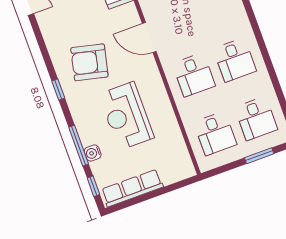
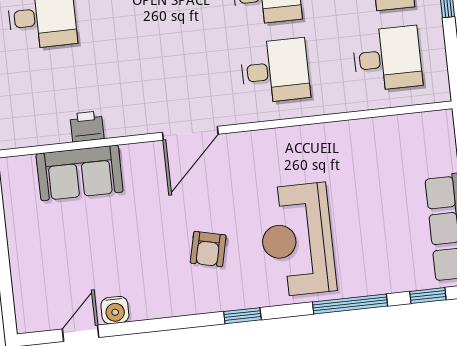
armchair: (89, 62) -> (208, 249), width x0.53, depth x0.53
reception desk: (126, 116) -> (297, 240), moved, turned 90
water cooler: (93, 153) -> (115, 310), moved

